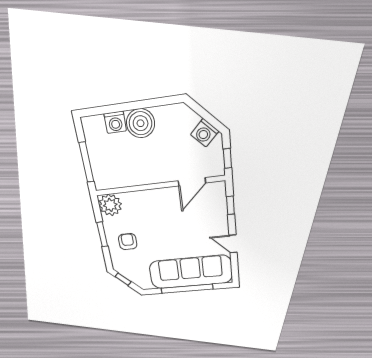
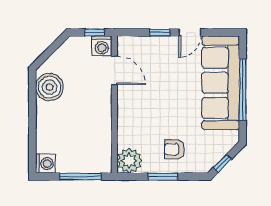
washing machine: (115, 122) -> (45, 164), moved
boiler: (141, 123) -> (49, 87), moved
washing machine: (205, 133) -> (102, 46), moved, turned 45
window: (231, 205) -> (160, 32), moved

